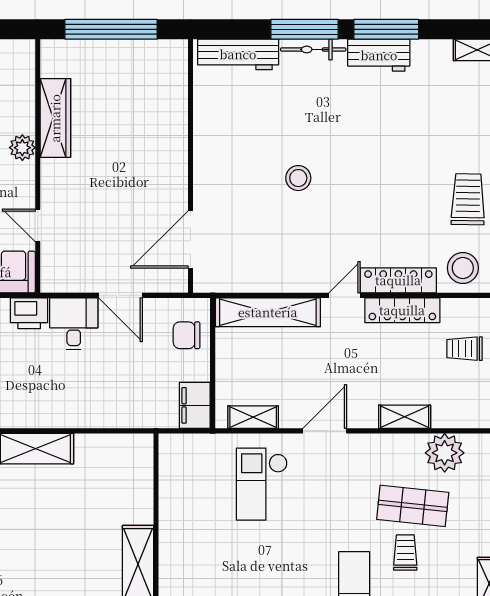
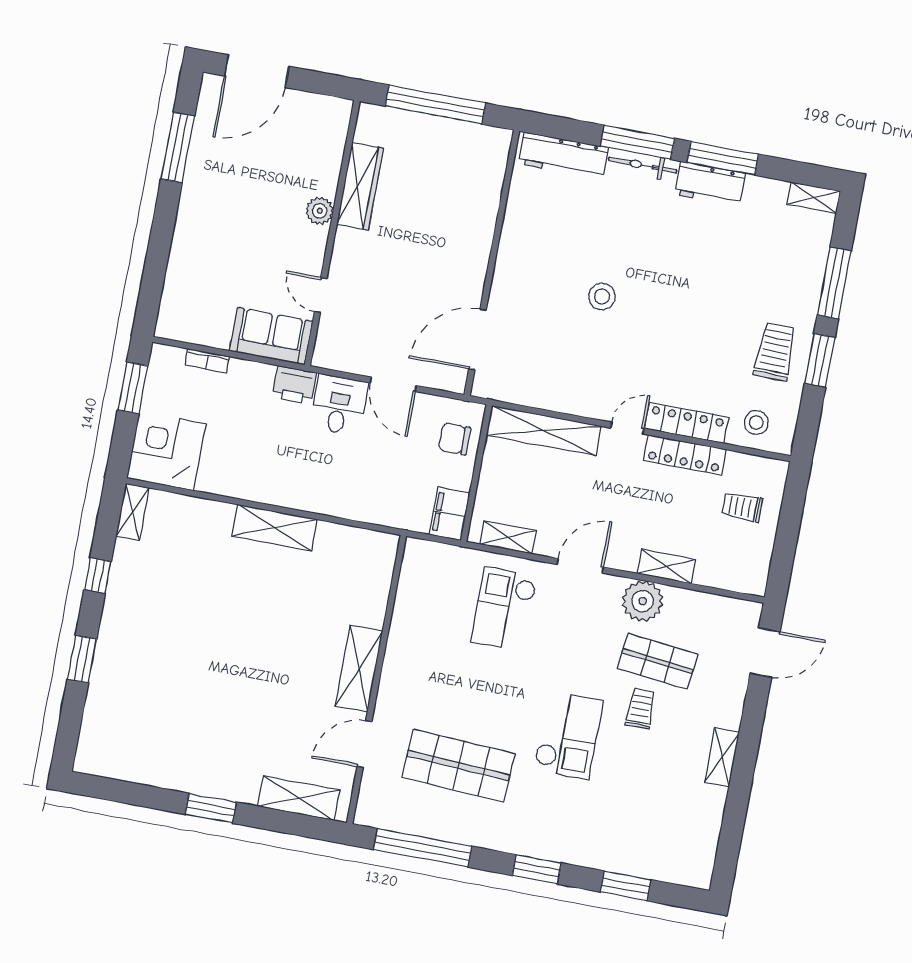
stool: (463, 268) -> (756, 423), width x0.73, depth x0.73
plant: (445, 453) -> (643, 601), moved

